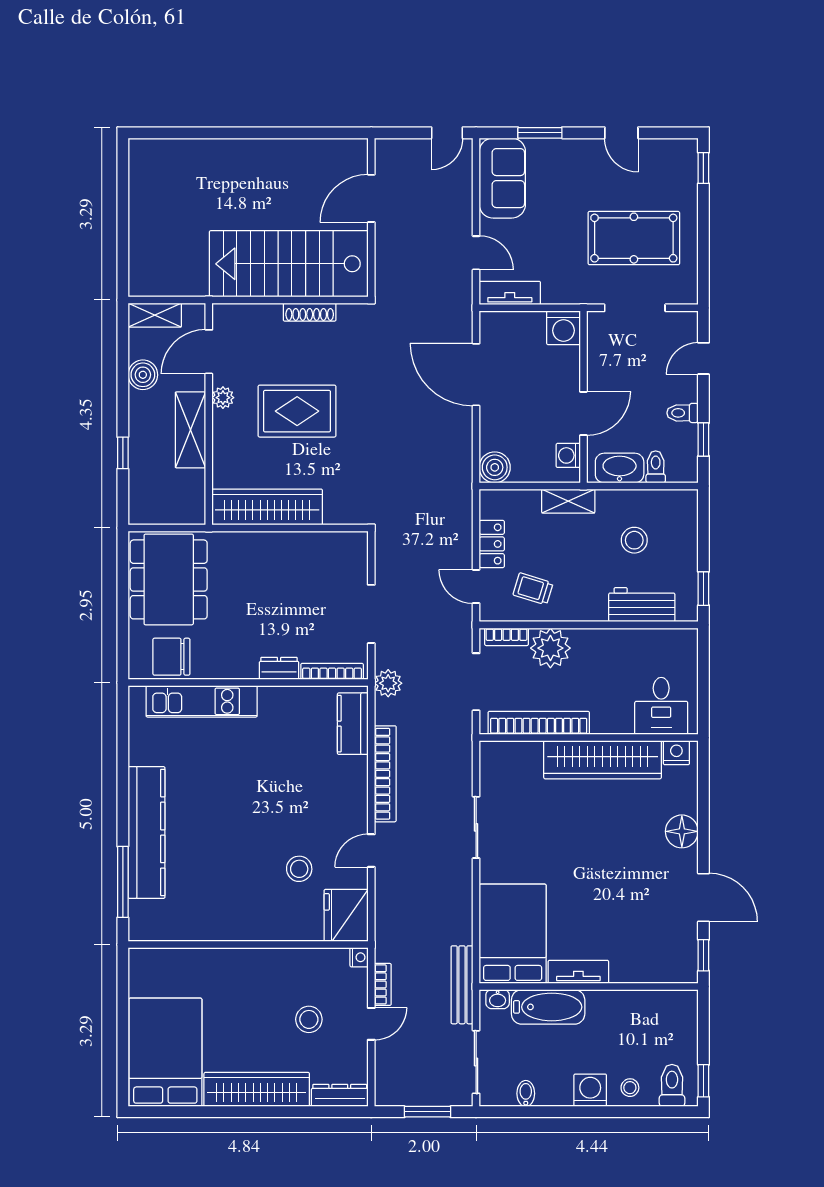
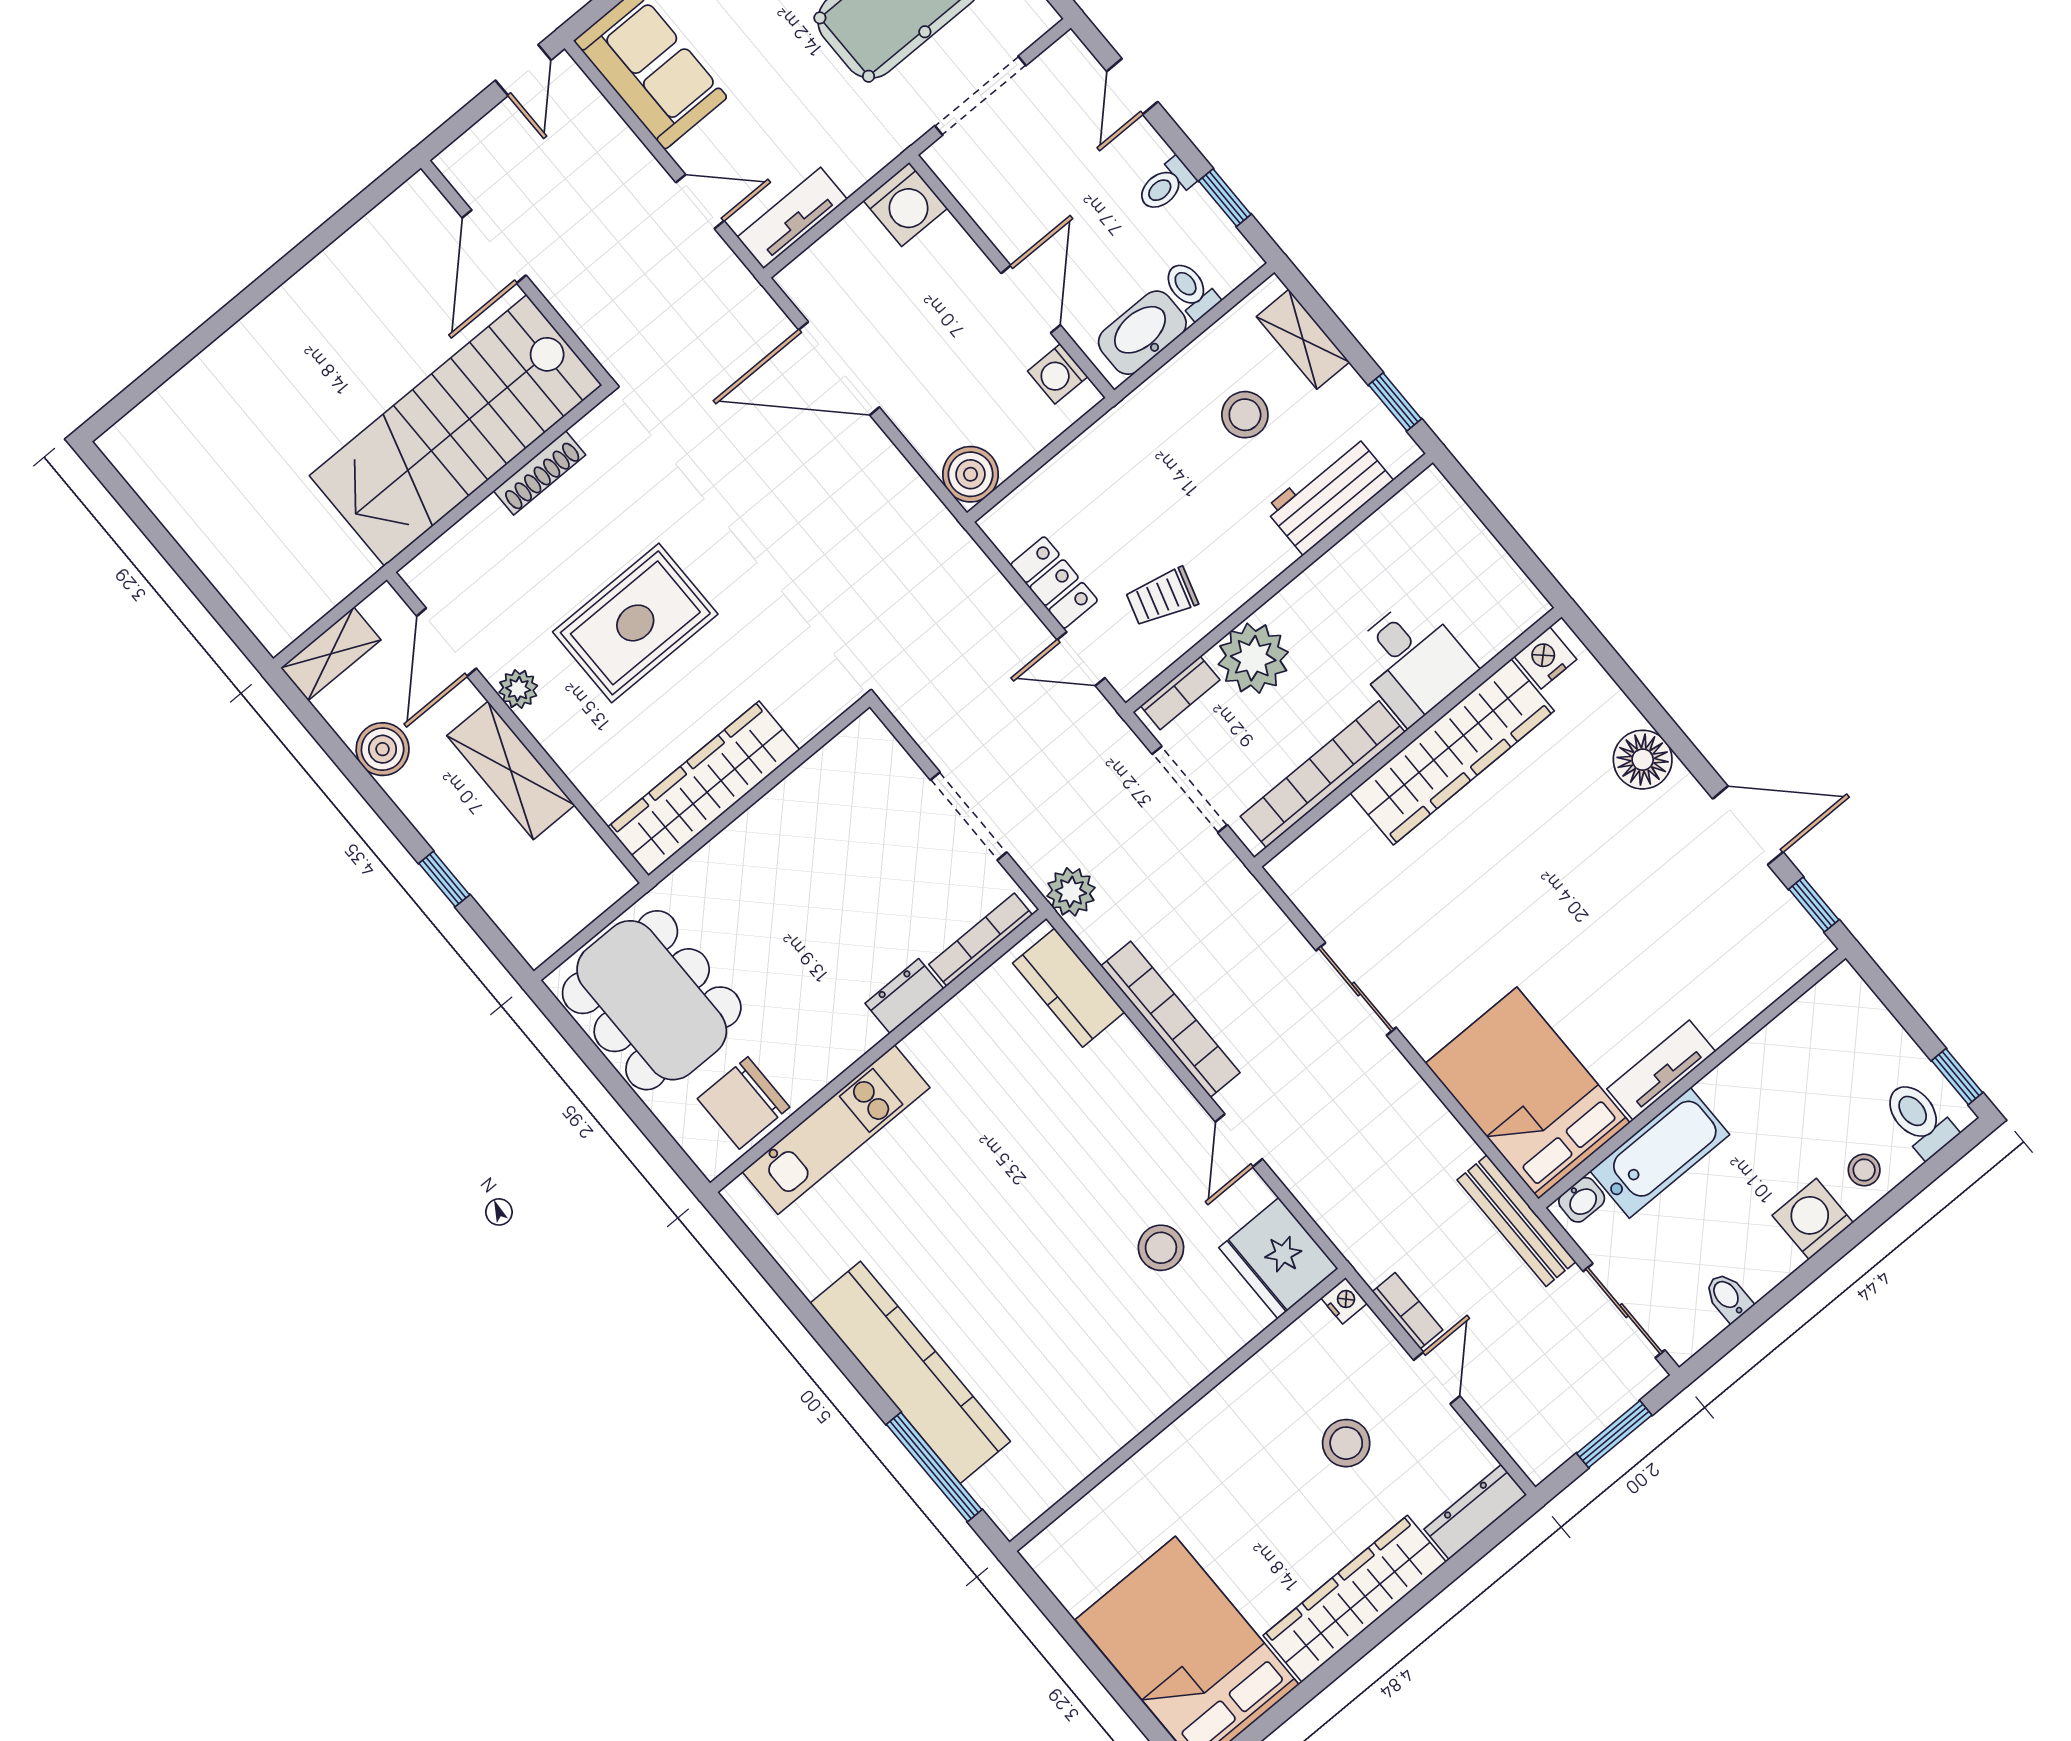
shelving: (568, 501) -> (1303, 339), moved, turned 90
desk: (661, 706) -> (1412, 661), moved

